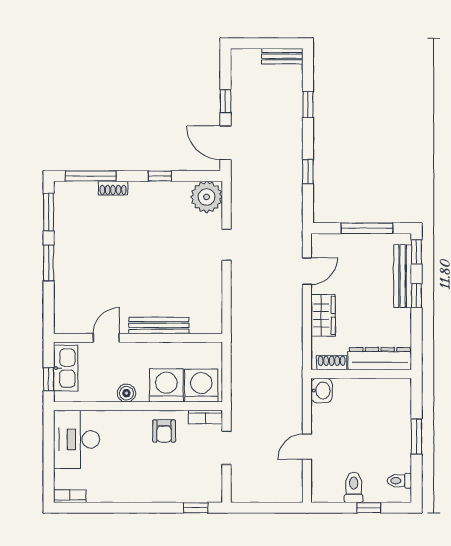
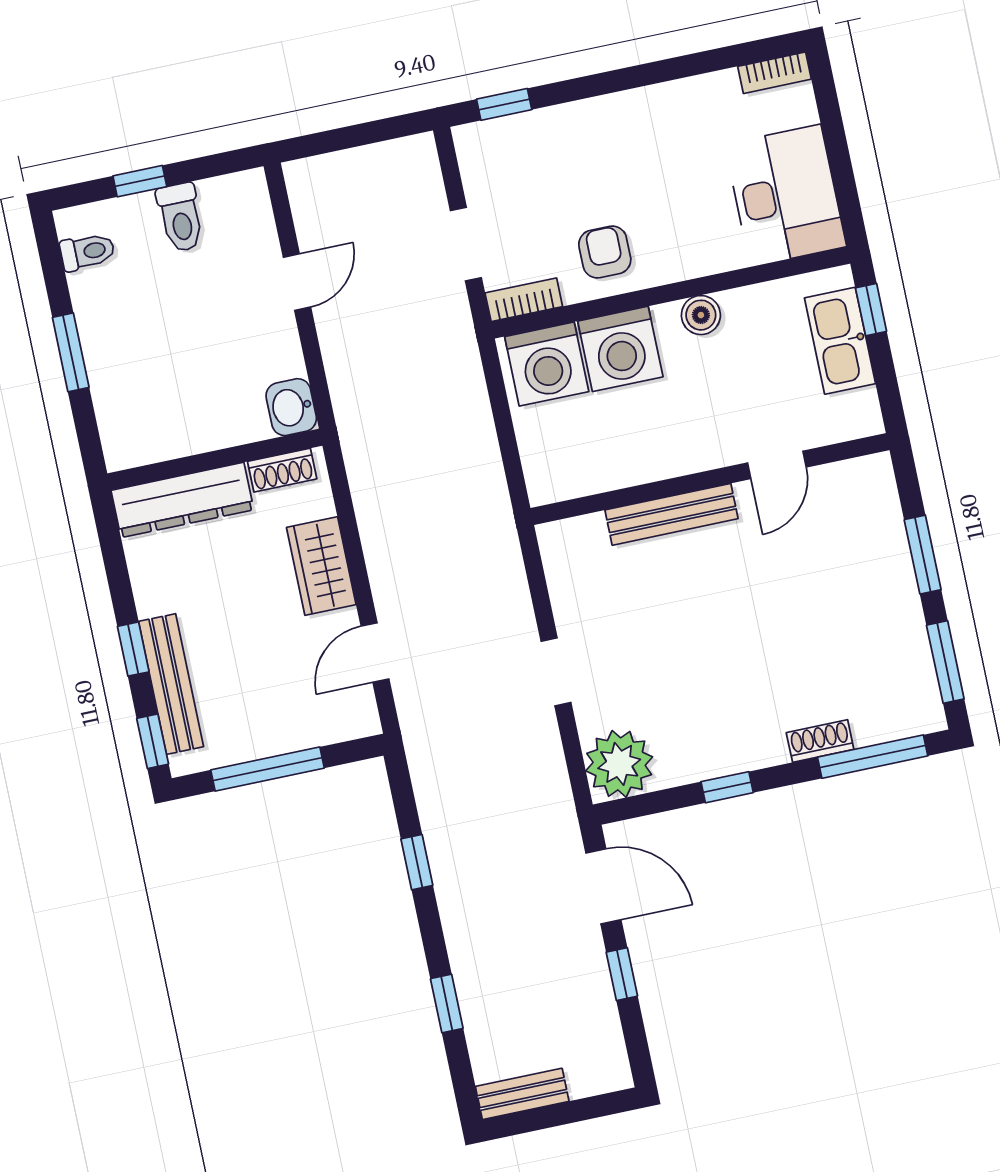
bench: (159, 325) -> (671, 514), moved
door: (106, 338) -> (777, 465), moved
wall: (138, 338) -> (710, 479), moved

